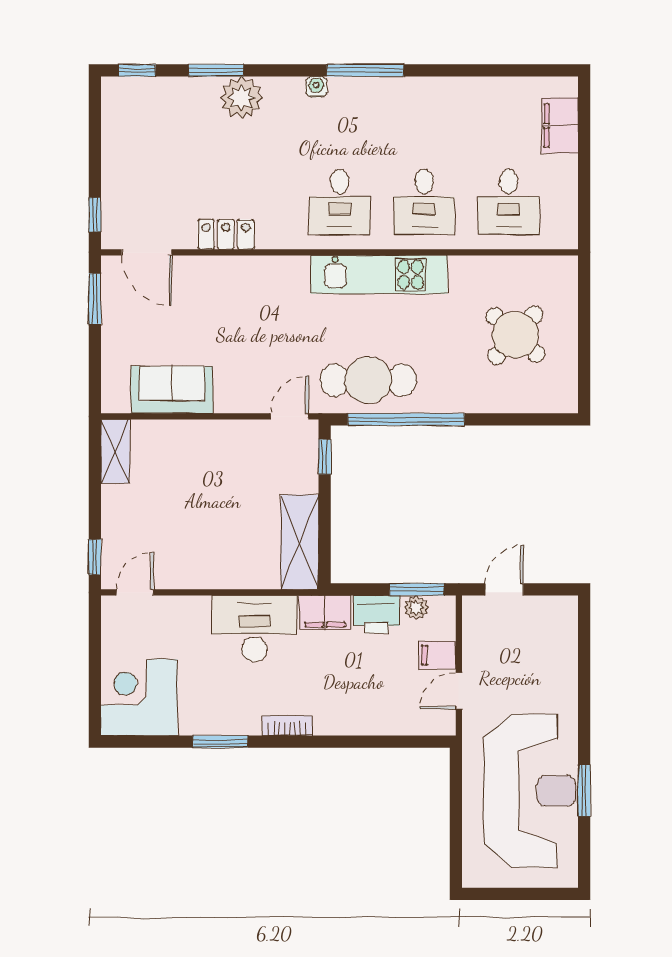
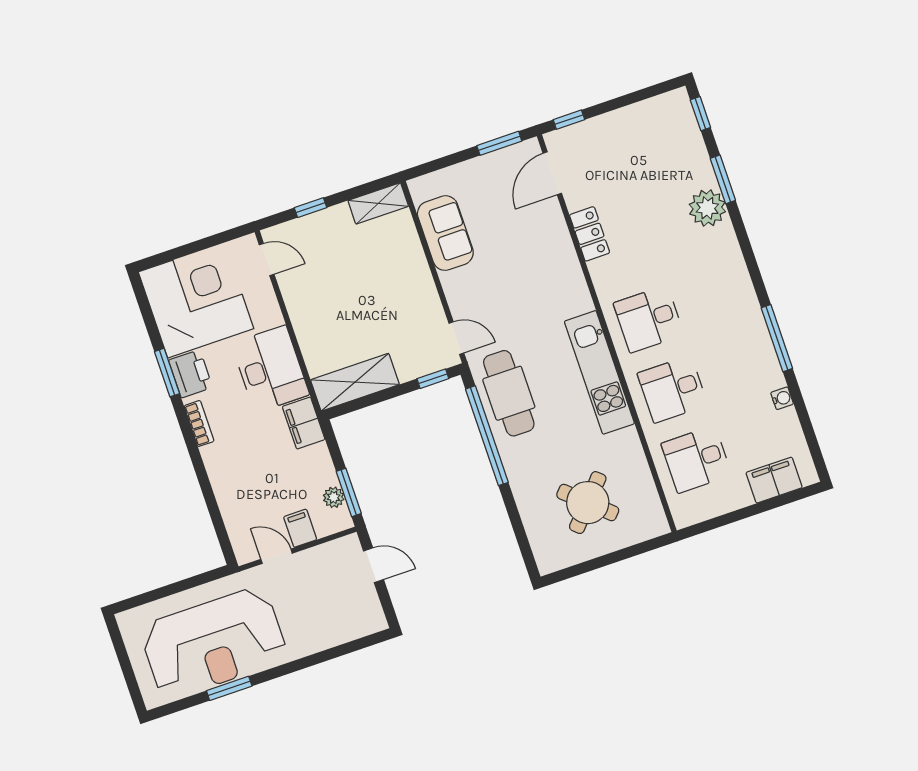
window: (365, 70) -> (777, 338), moved
water cooler: (316, 87) -> (782, 398), moved
window: (95, 557) -> (311, 208), moved
printer: (376, 614) -> (191, 374), moved, turned 180
corner desk: (139, 697) -> (196, 300), width x1.36, depth x1.36

